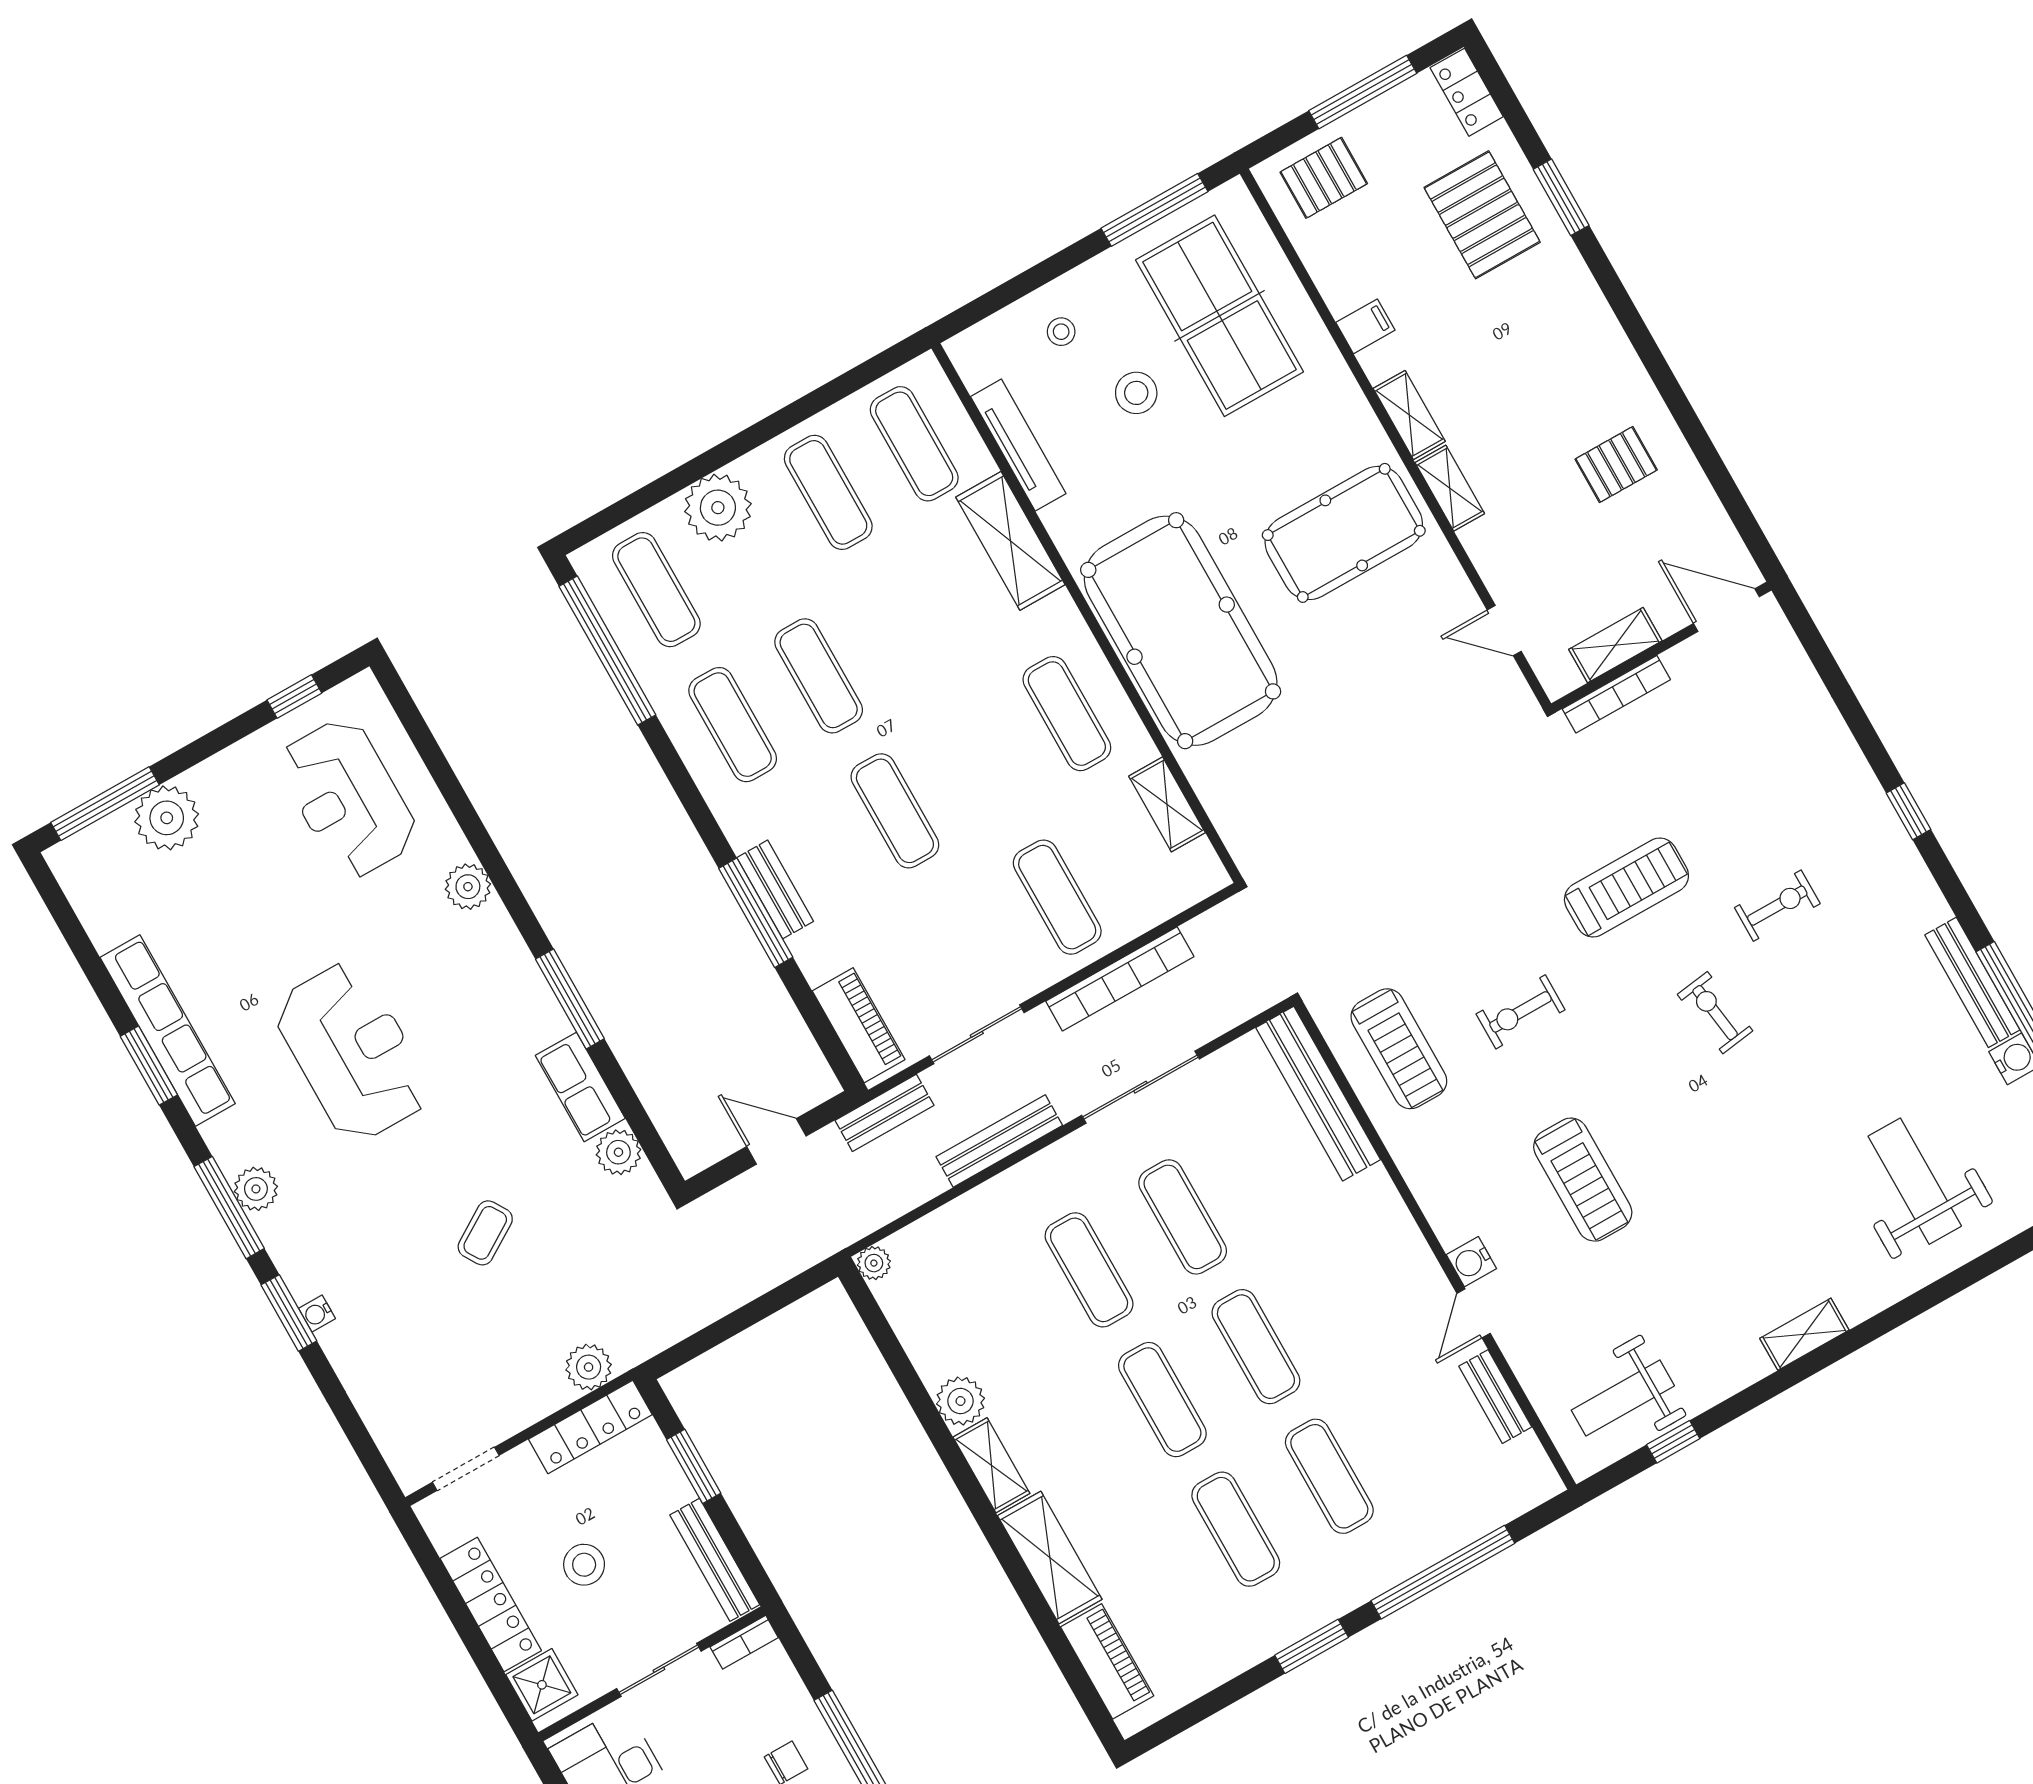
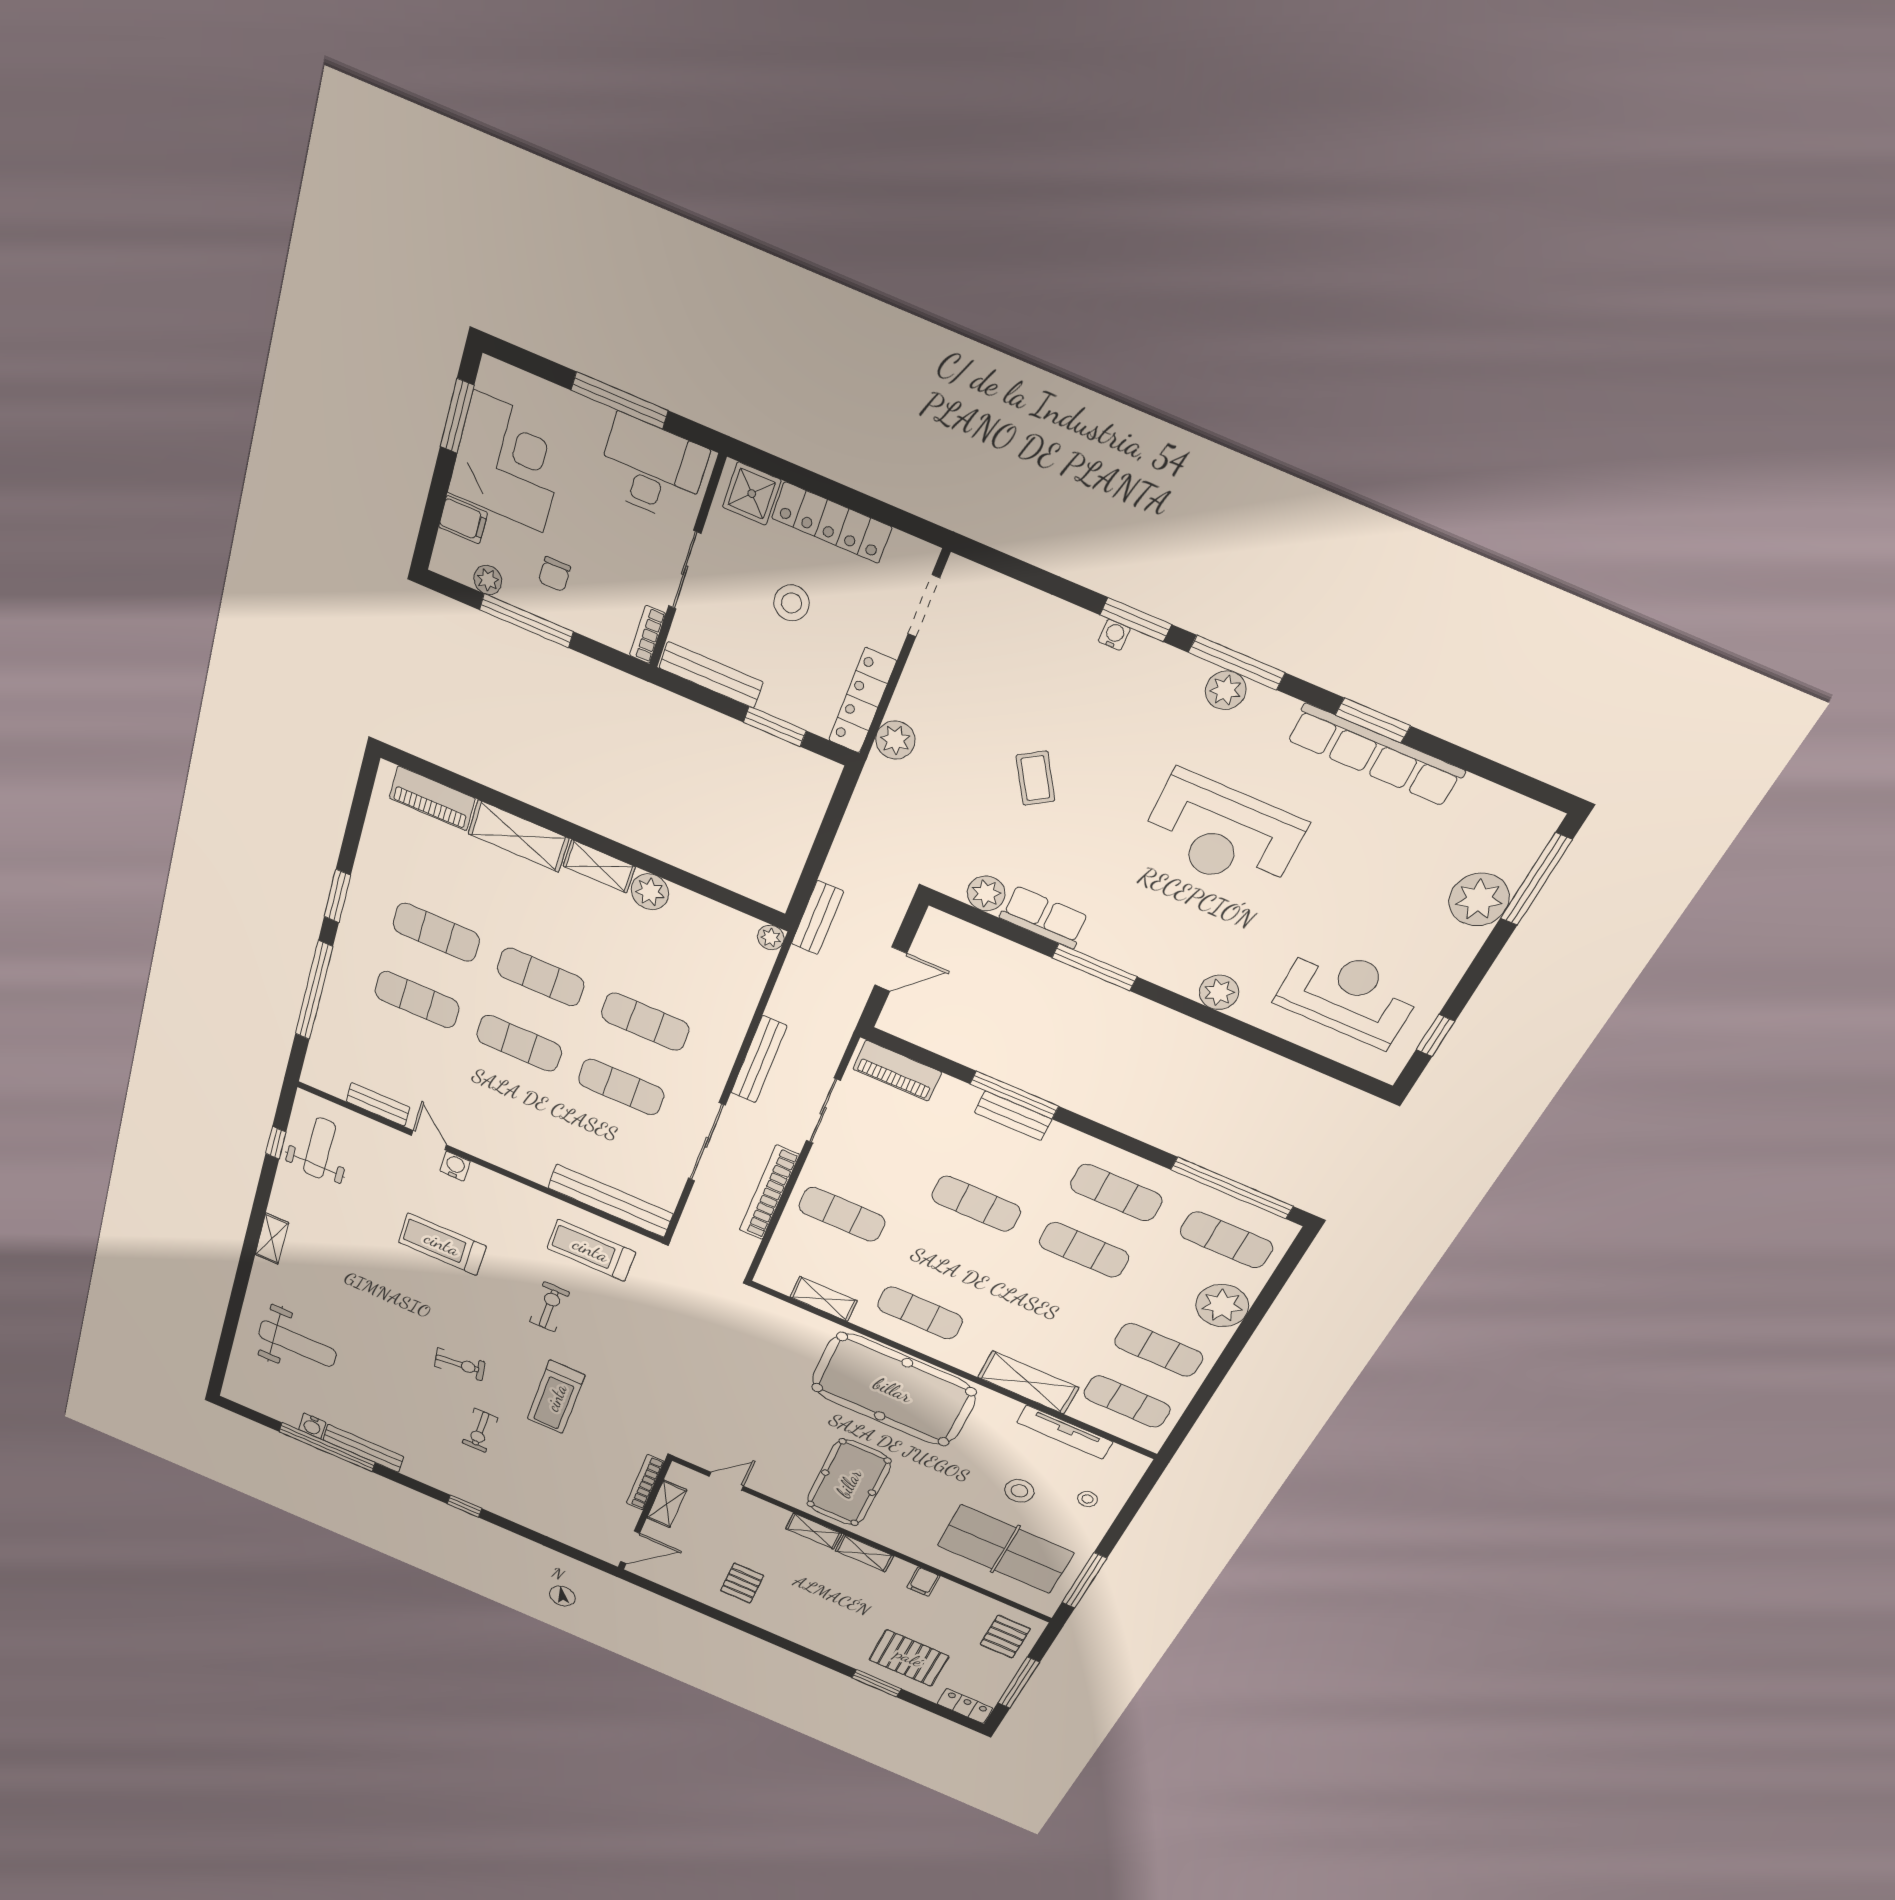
bench: (884, 1113) -> (817, 918), moved

